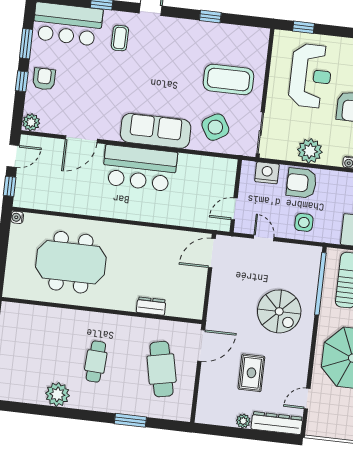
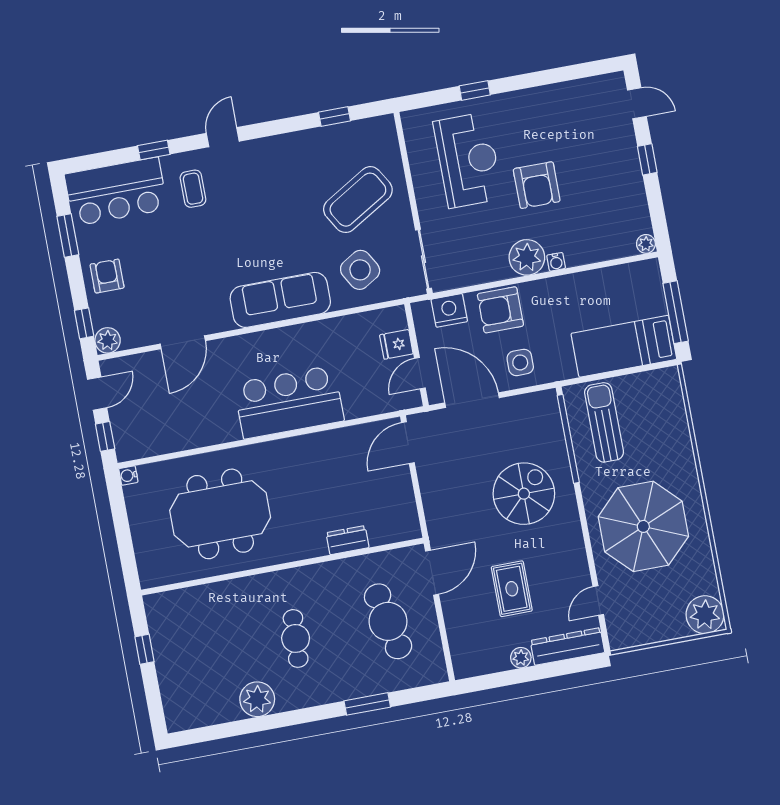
window: (210, 16) -> (335, 116), moved
window: (303, 27) -> (475, 90), moved
coffee table: (228, 79) -> (358, 200), turned -31
window: (22, 81) -> (84, 323), moved
plant: (310, 151) -> (527, 257), moved
bar counter: (140, 168) -> (289, 402), moved, turned 180
fridge: (224, 185) -> (396, 344), added
door: (264, 238) -> (472, 400), width x1.88
spiral stairs: (279, 311) -> (524, 494), turned -90

